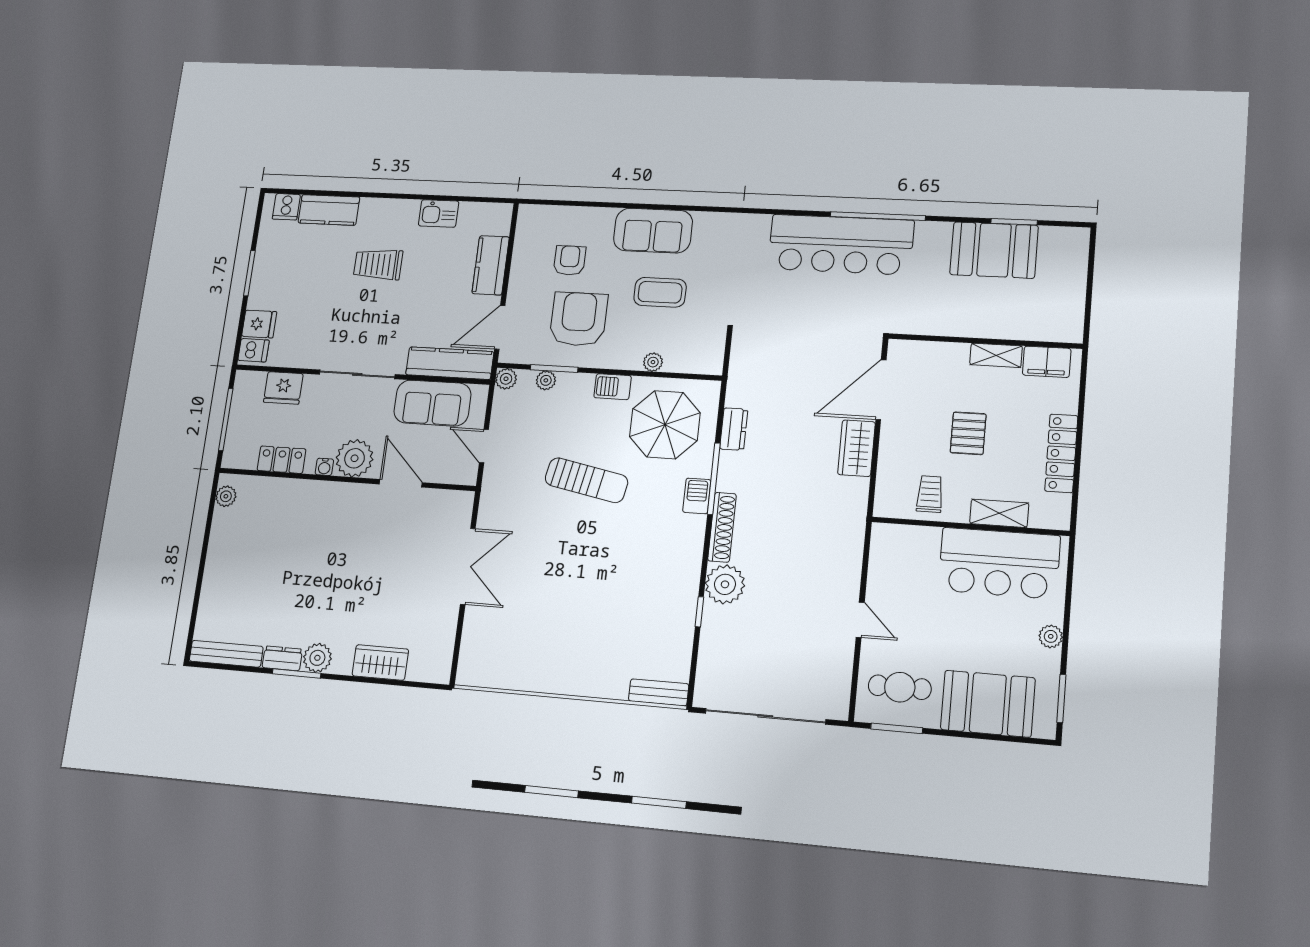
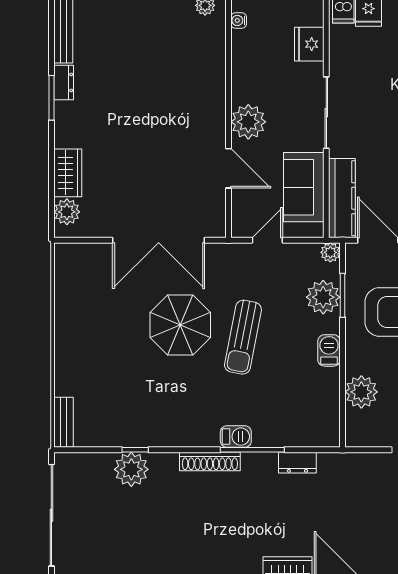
plant: (653, 362) -> (361, 392), width x1.87, depth x1.87
plant: (546, 380) -> (323, 297), width x1.87, depth x1.87
parasol: (665, 425) -> (180, 325), moved
locker: (282, 460) -> (242, 53), removed
water cooler: (324, 467) -> (239, 20), moved
door: (401, 483) -> (228, 168), hinge flipped
double door: (468, 566) -> (159, 240), width x1.36
plant: (725, 584) -> (131, 469), moved
plant: (317, 658) -> (67, 212), moved

